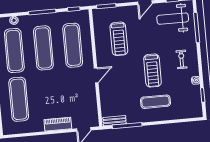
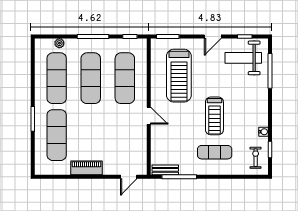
treadmill: (119, 39) -> (179, 76), width x1.37, depth x1.38
exercise bike: (182, 59) -> (256, 158), moved
door: (96, 75) -> (149, 116), hinge flipped
piano: (58, 124) -> (86, 168), moved

